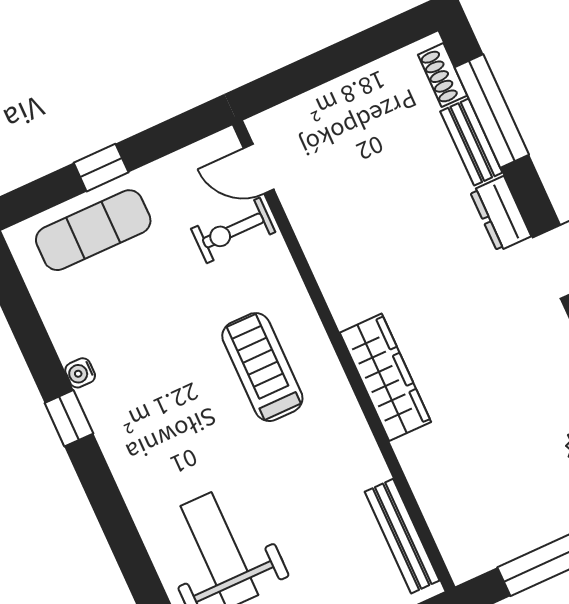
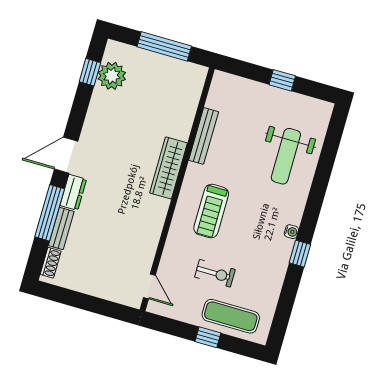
window: (492, 111) -> (50, 213), moved
exercise bike: (233, 230) -> (215, 273), moved
water cooler: (80, 373) -> (291, 232), moved
bench: (402, 536) -> (204, 136), moved

